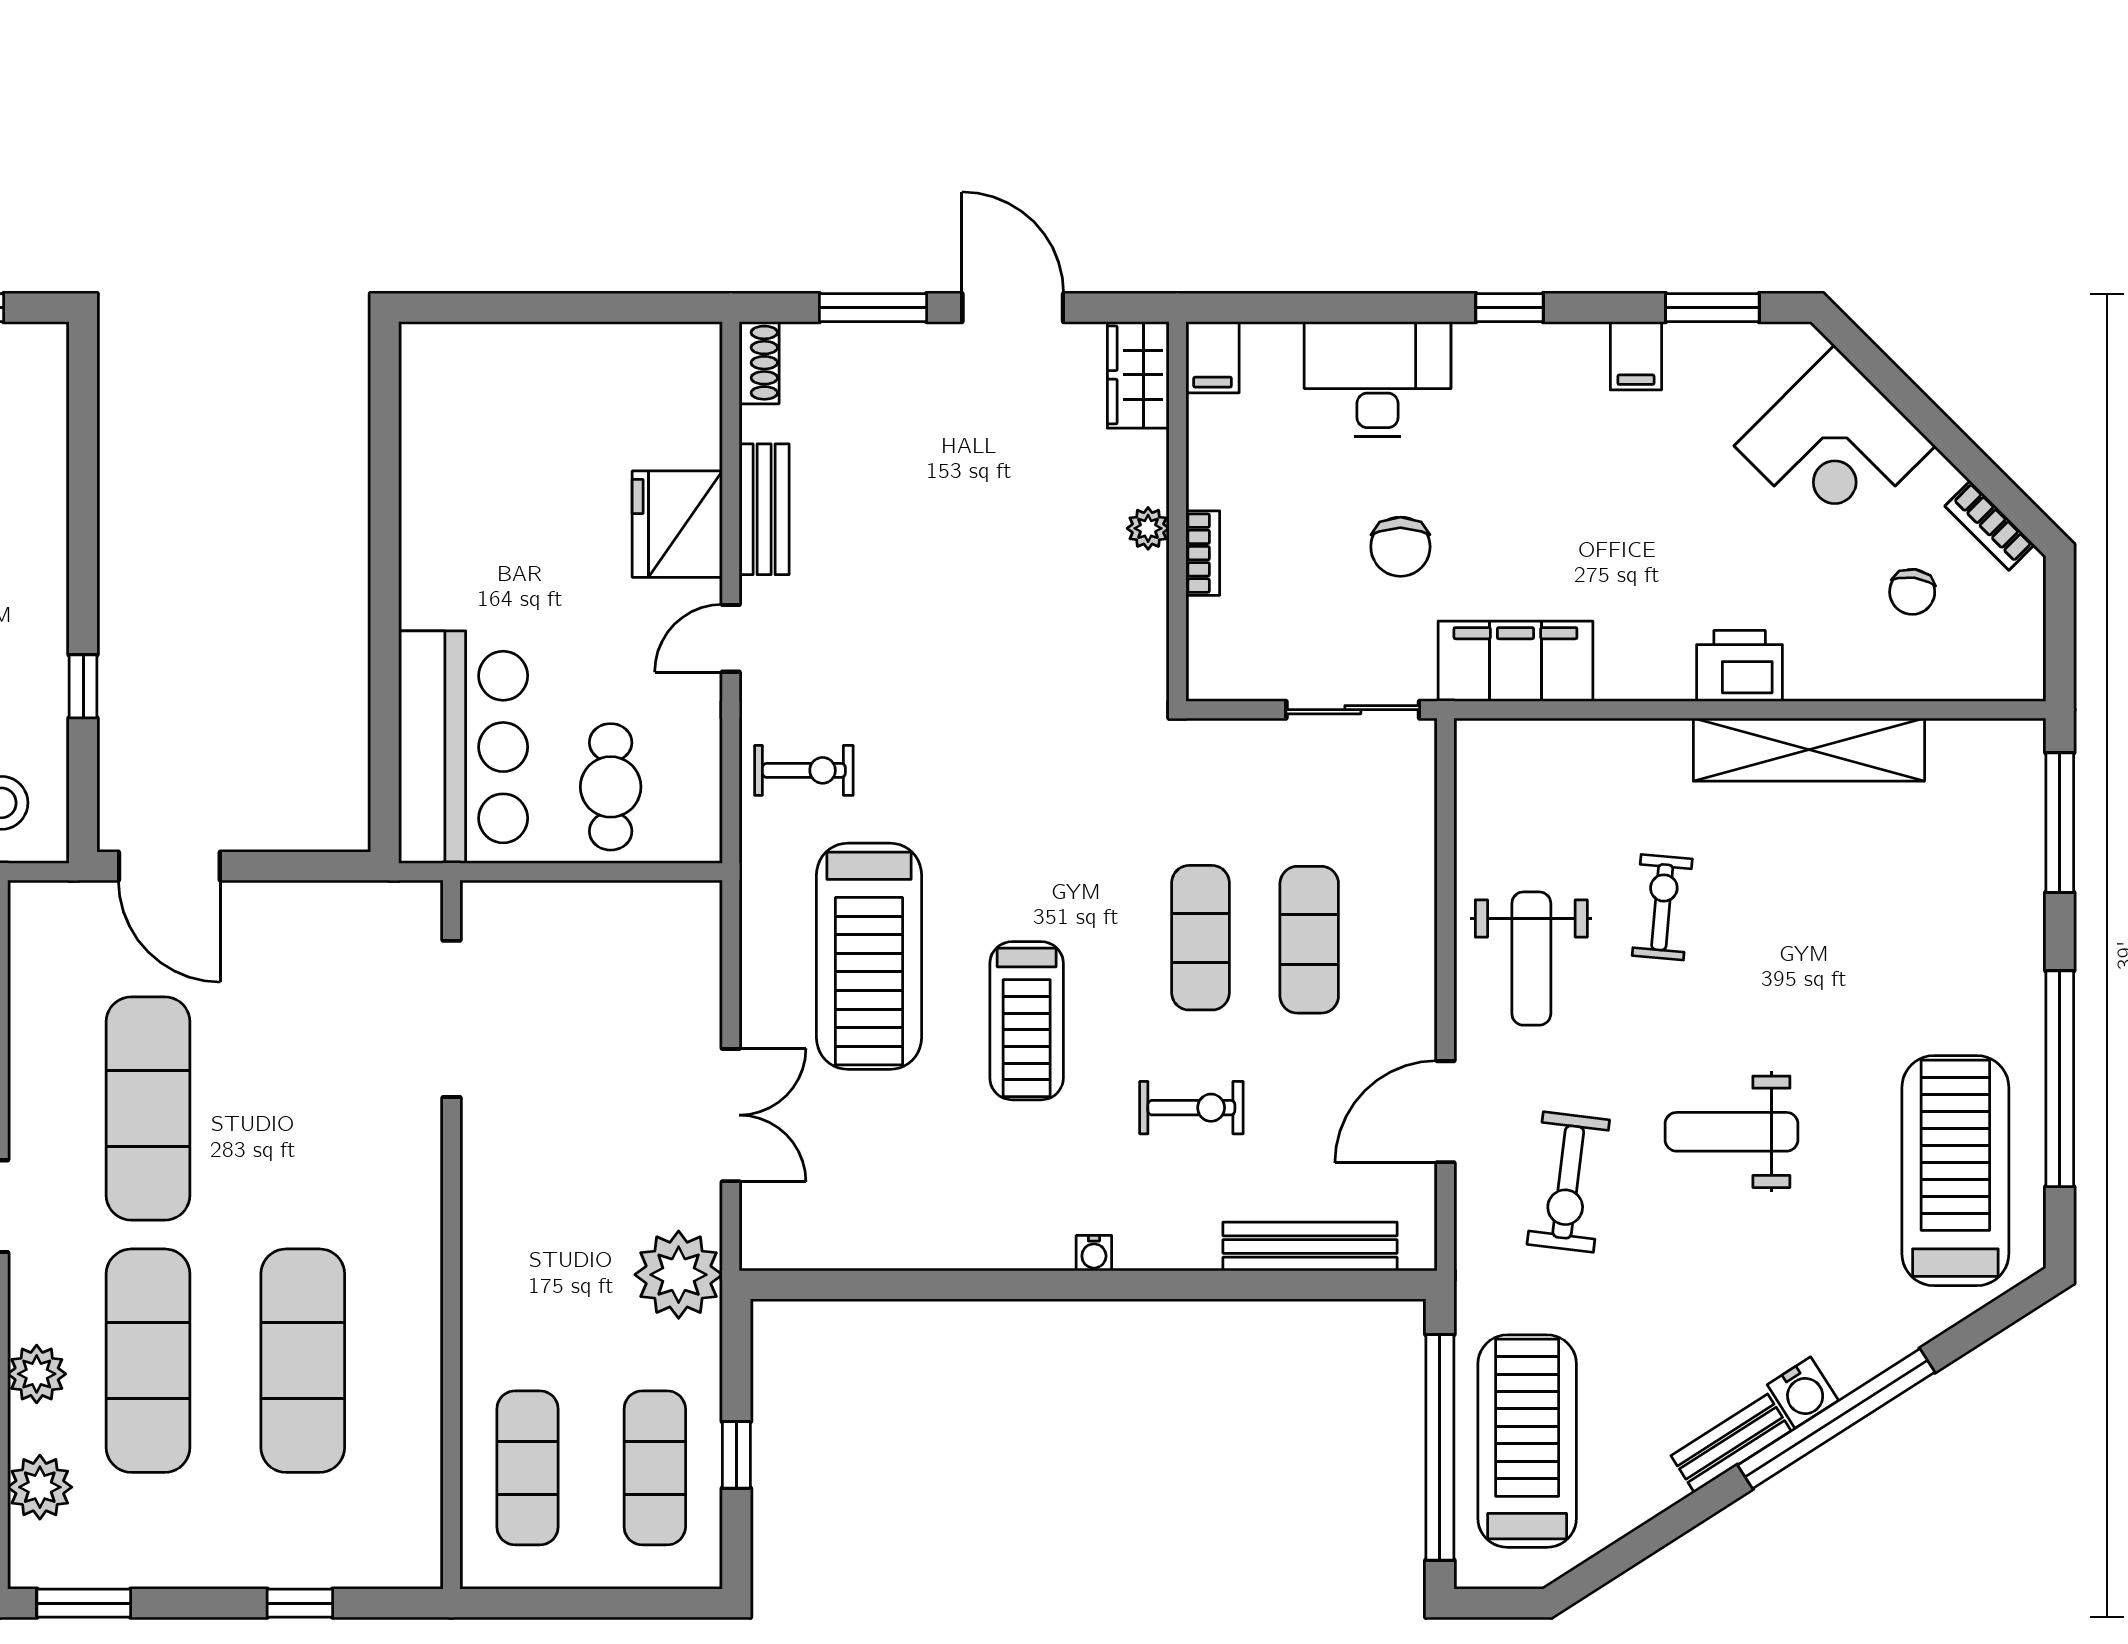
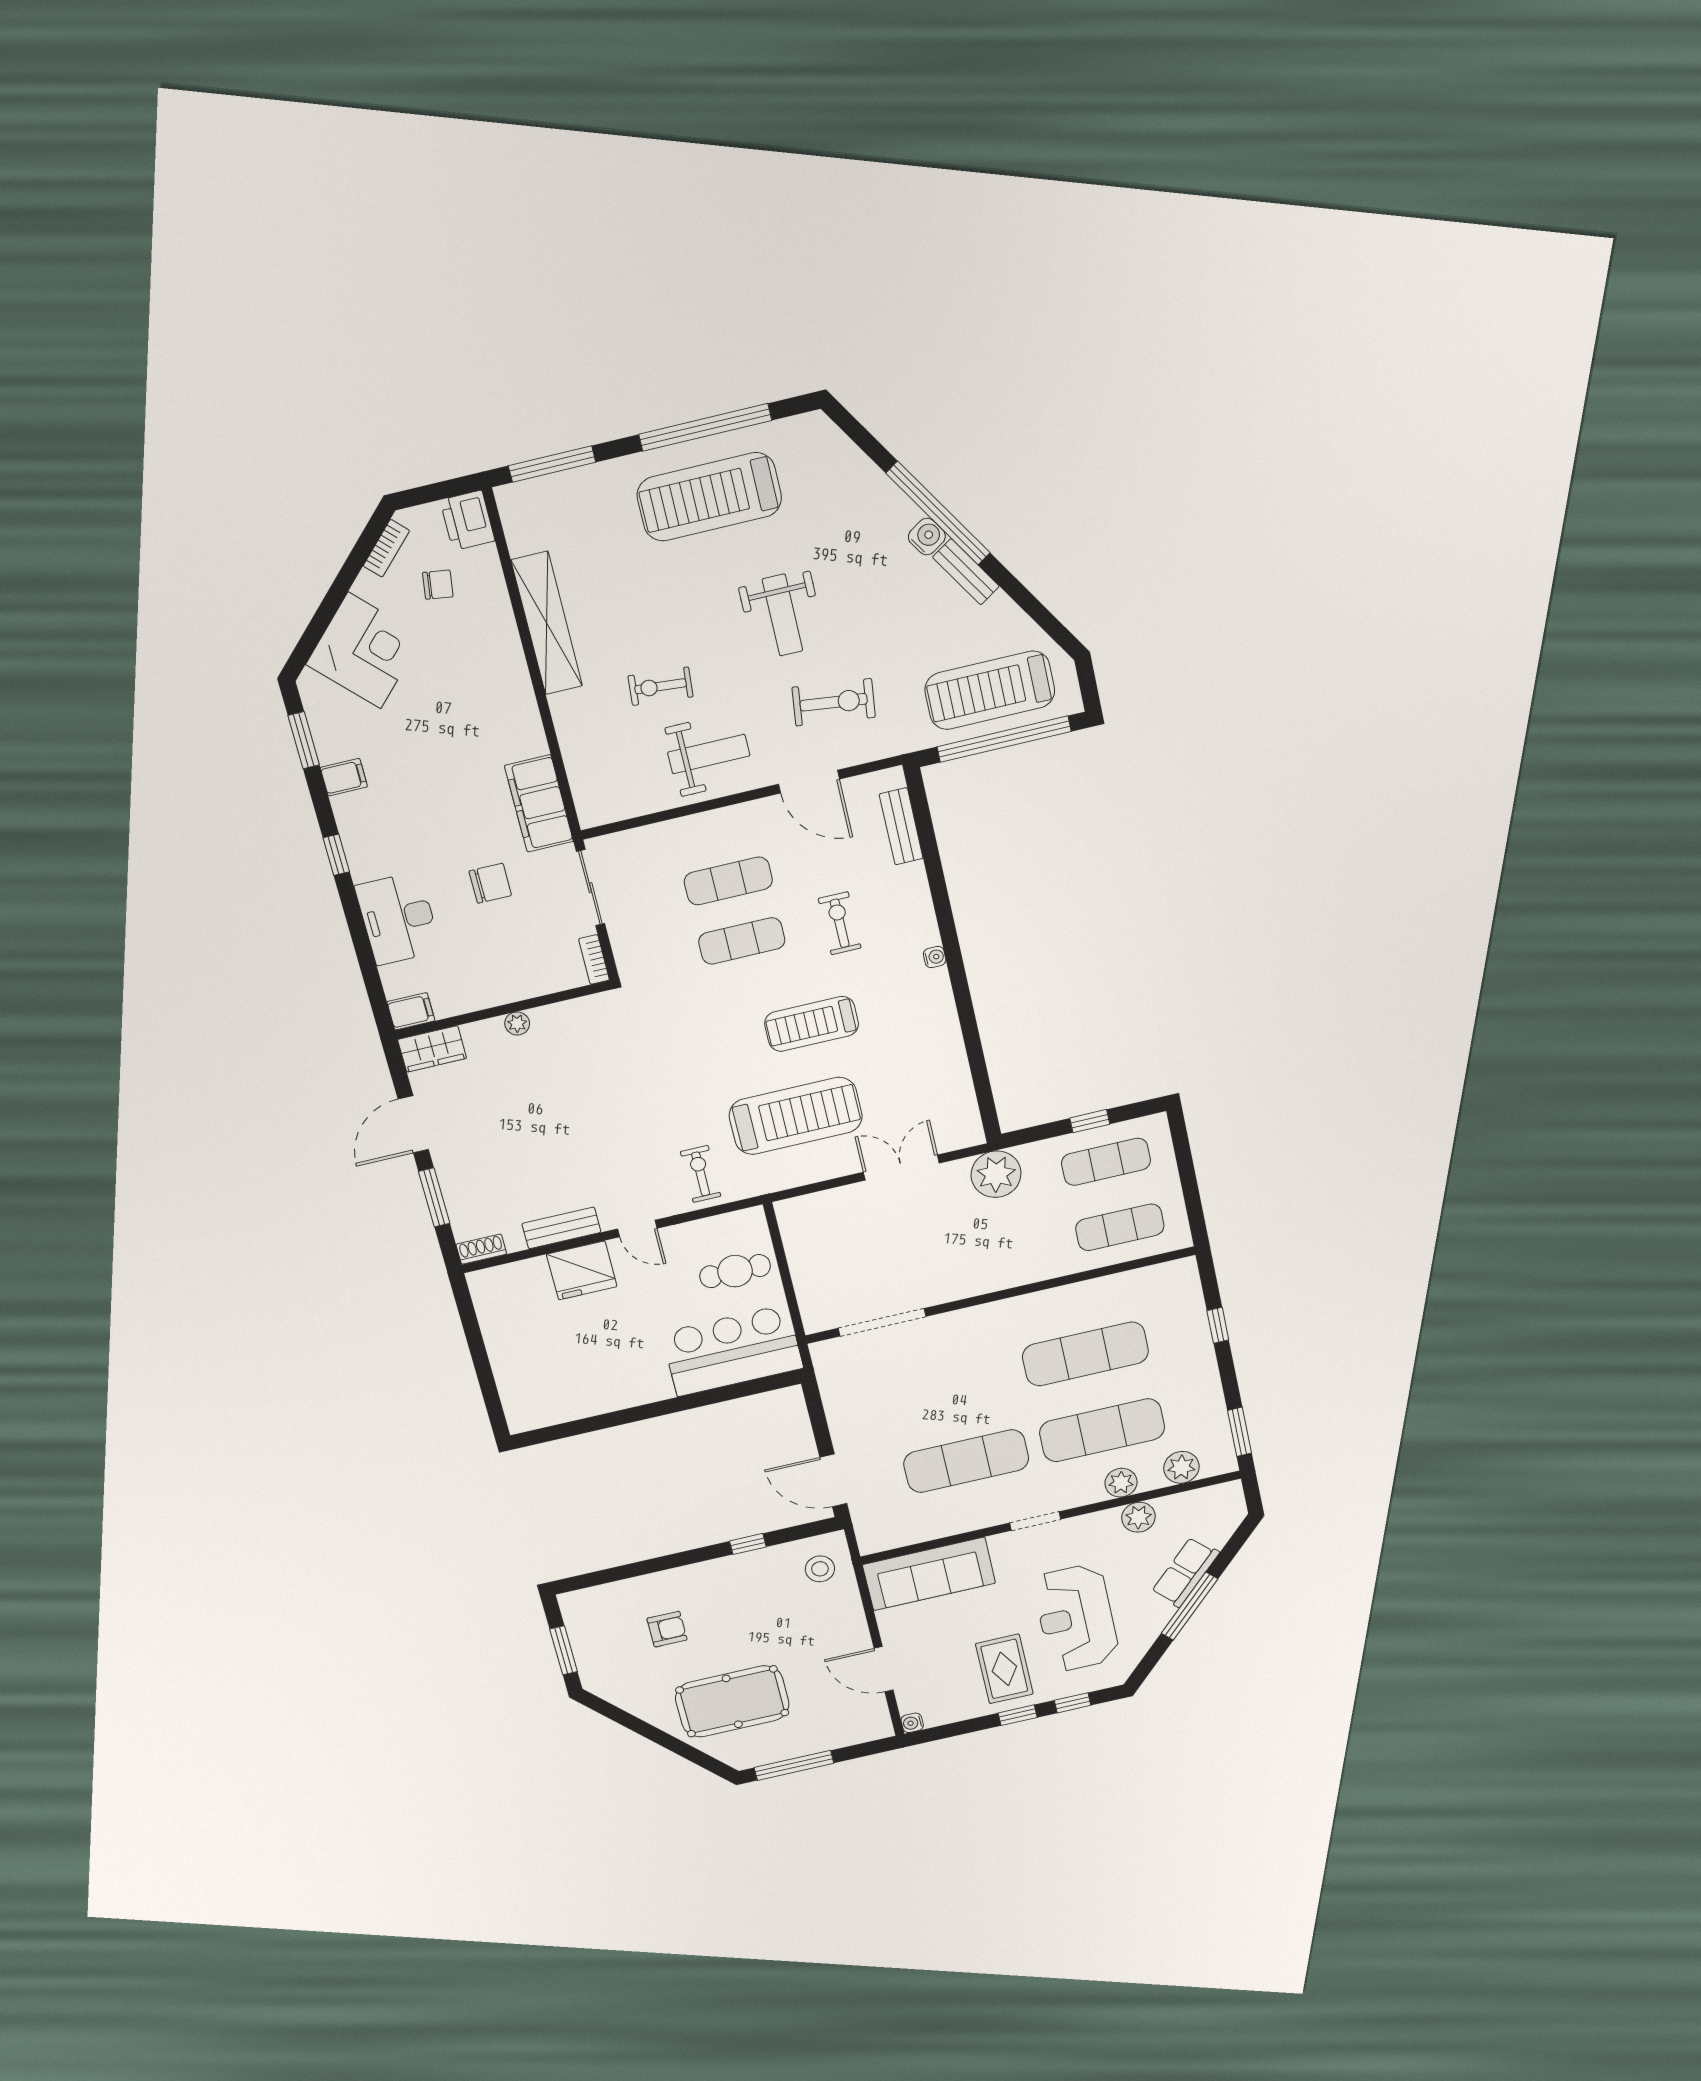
bookcase: (1203, 553) -> (594, 959), moved, turned -90
printer: (1740, 666) -> (467, 520), moved
door: (169, 866) -> (833, 1480), swing flipped
treadmill: (1027, 1021) -> (812, 1024), turned 180
treadmill: (1955, 1171) -> (709, 497), moved
bench: (1310, 1247) -> (901, 826), width x0.73

